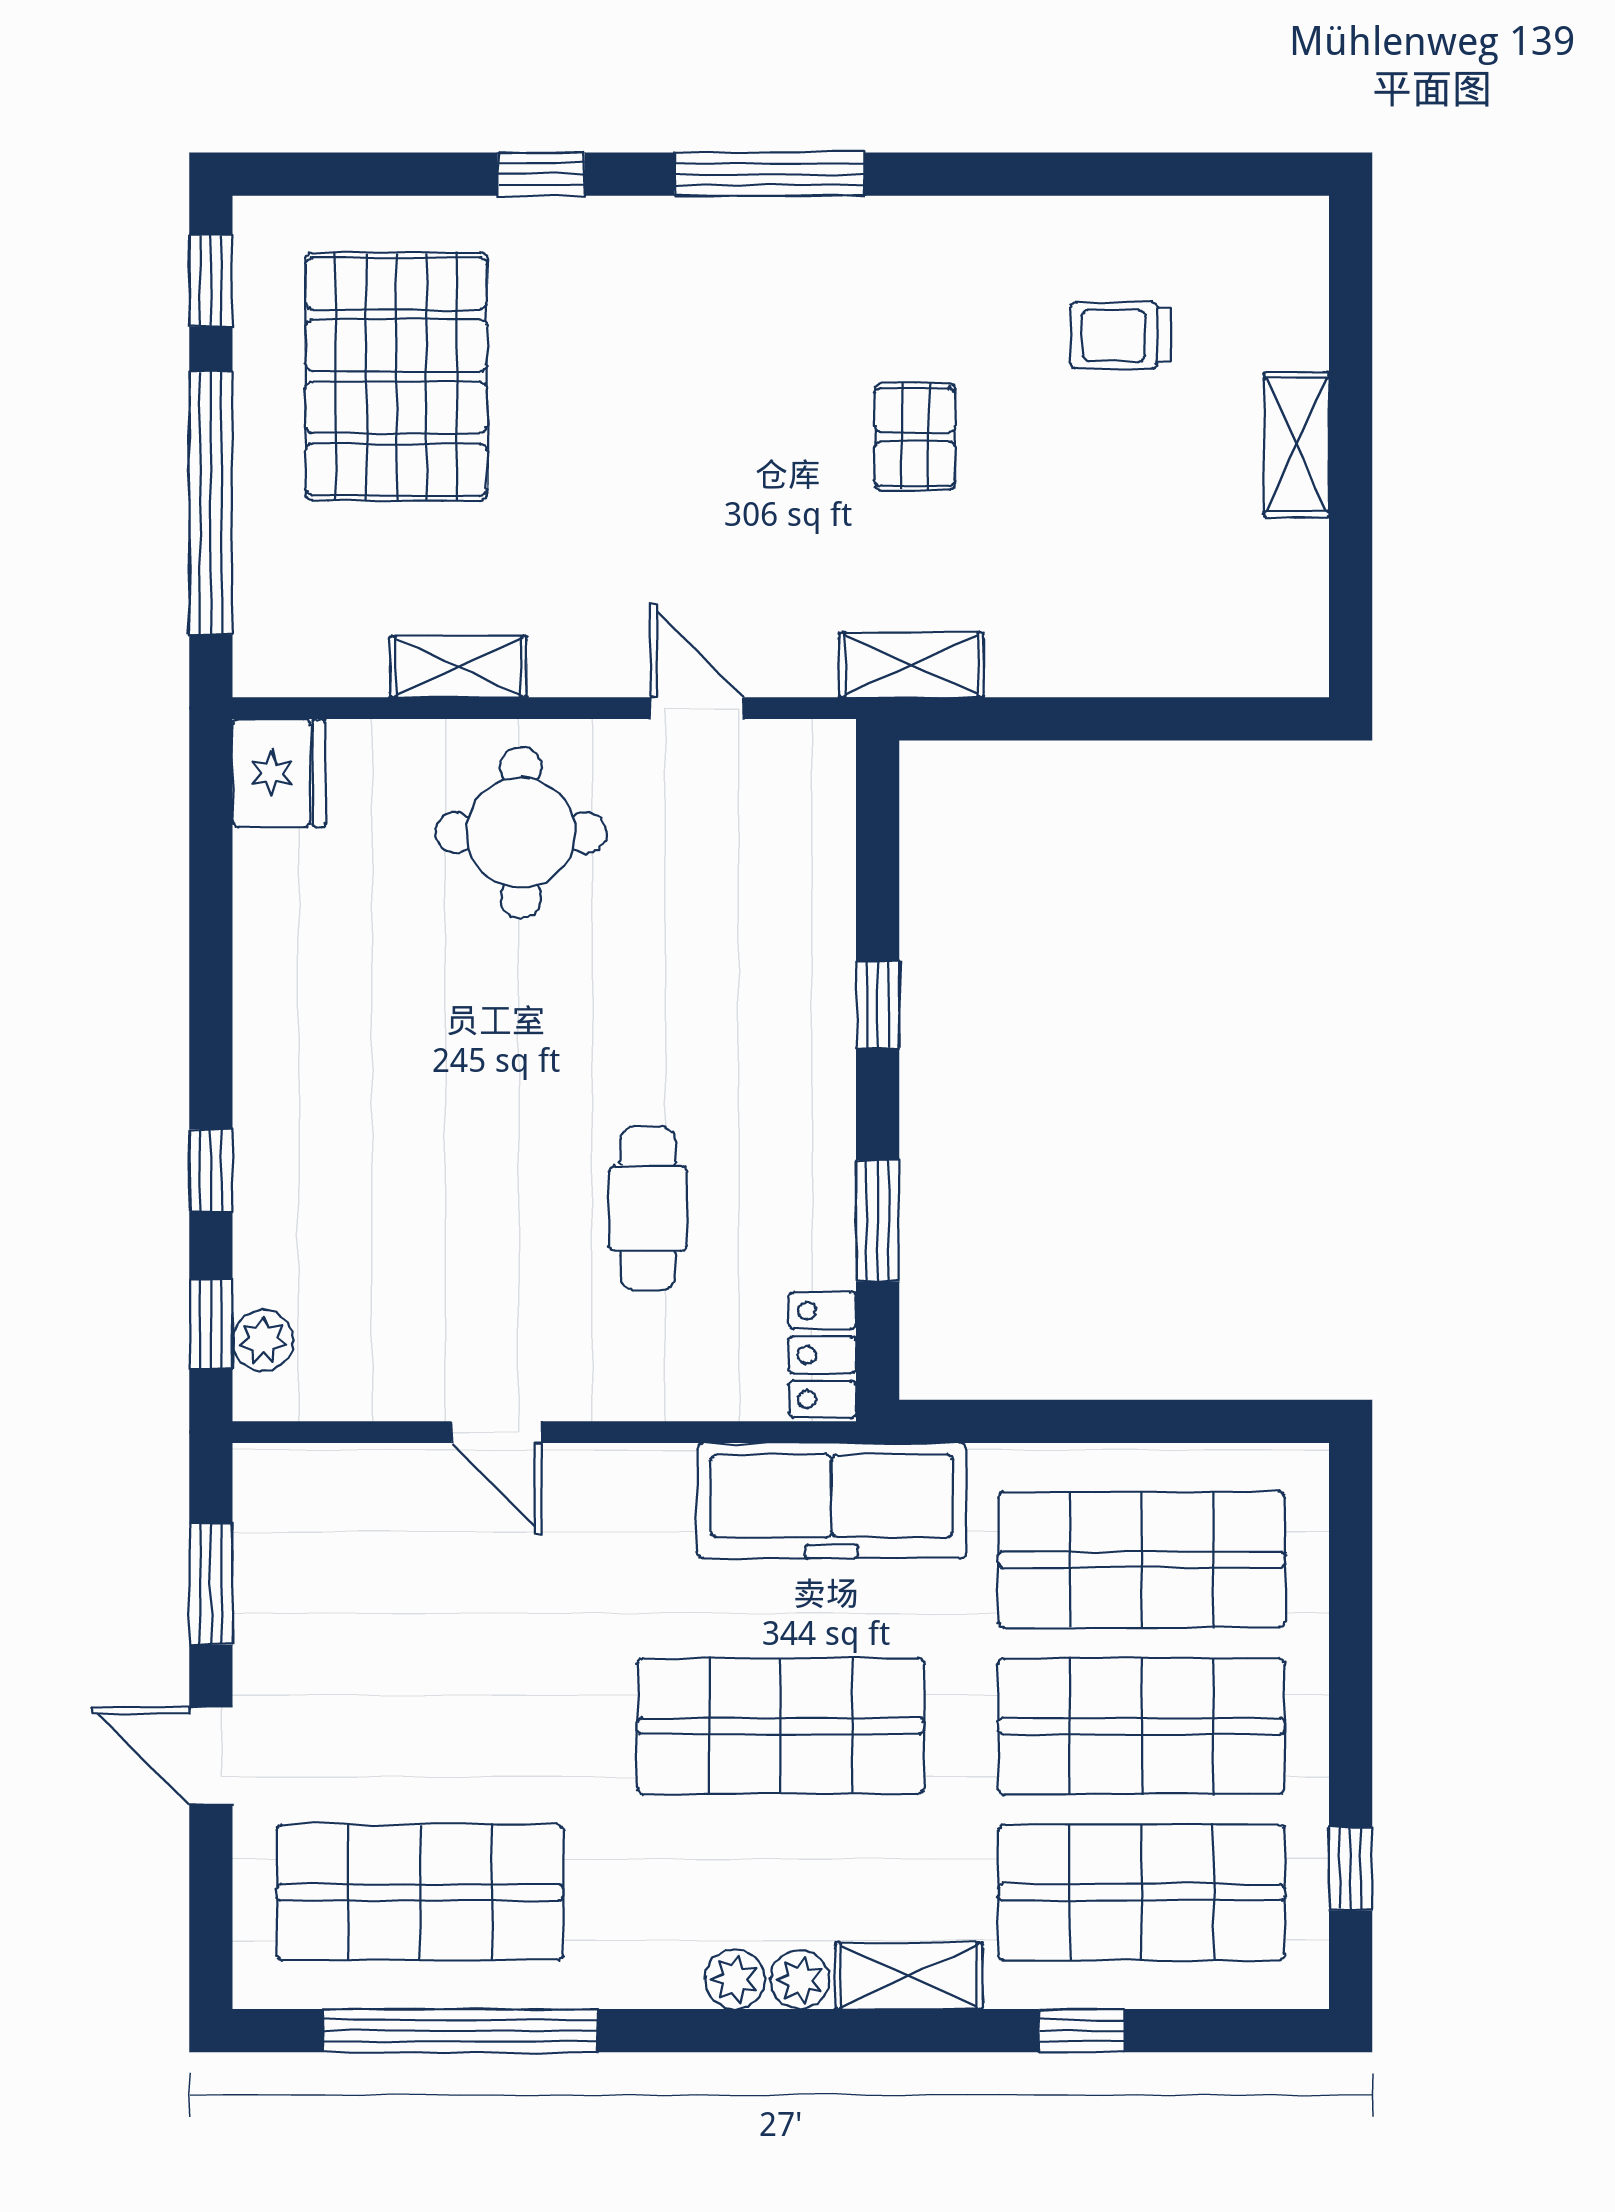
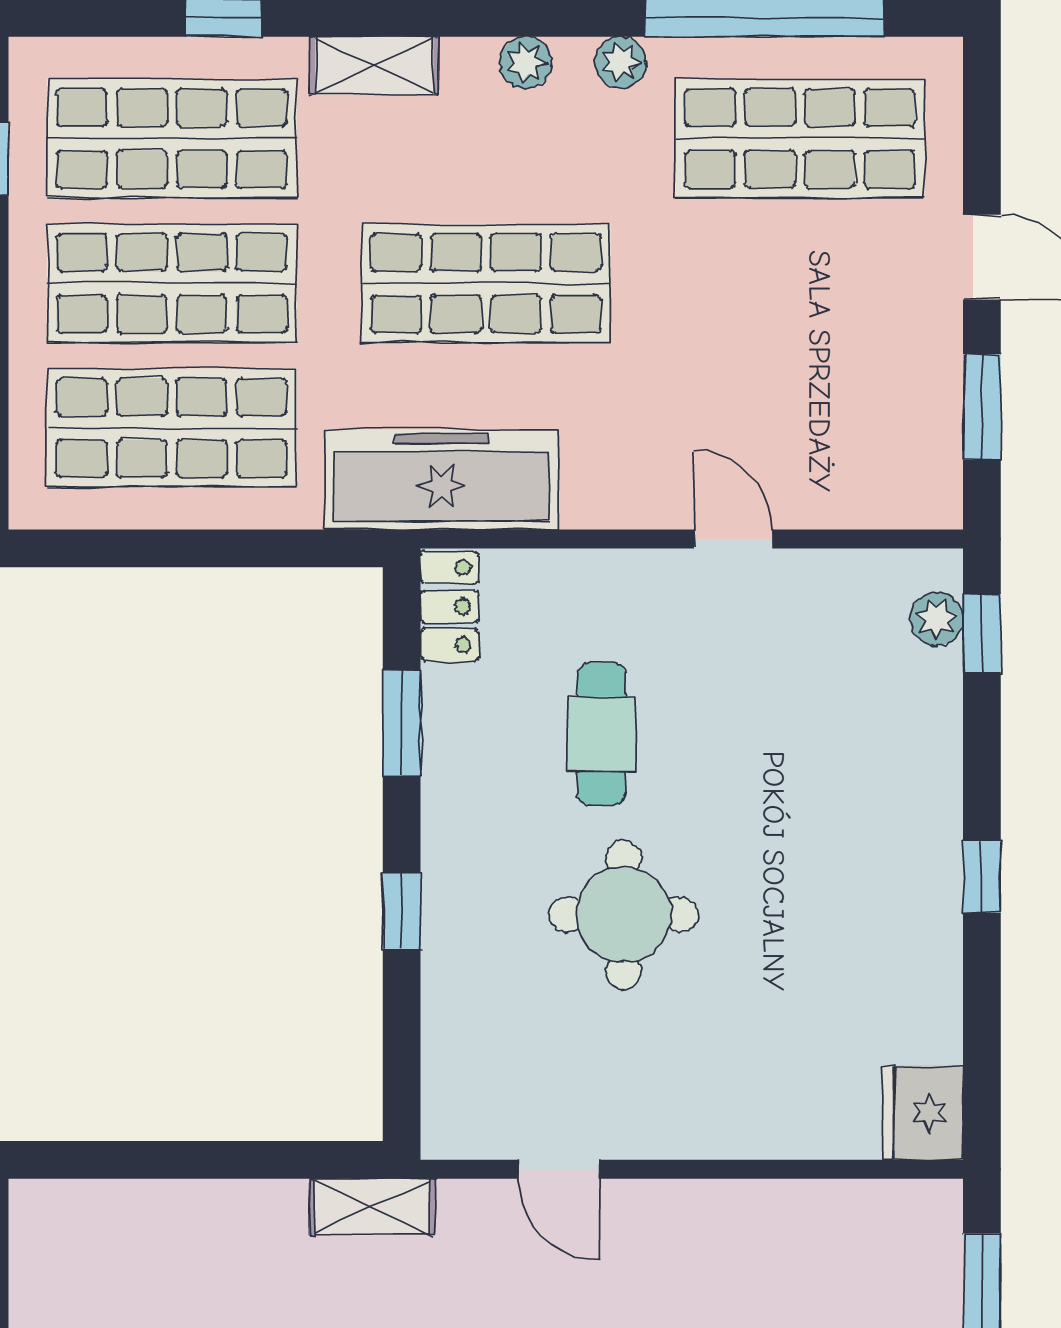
shelving: (458, 667) -> (767, 1205), removed
round table: (521, 832) -> (624, 915), moved
window: (211, 1171) -> (982, 877), moved
plant: (800, 1980) -> (621, 62), moved

